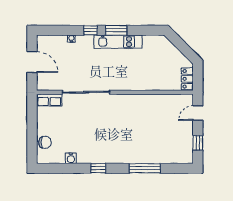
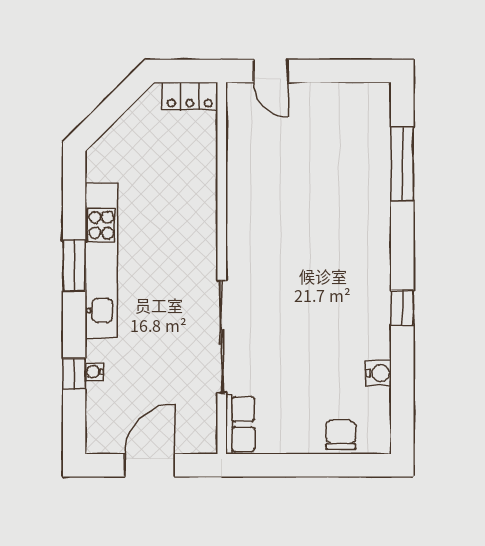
window: (90, 30) -> (74, 374), moved
kitchen unit: (118, 42) -> (101, 261), width x1.36
window: (198, 143) -> (342, 71), removed
window: (145, 168) -> (402, 164), moved

